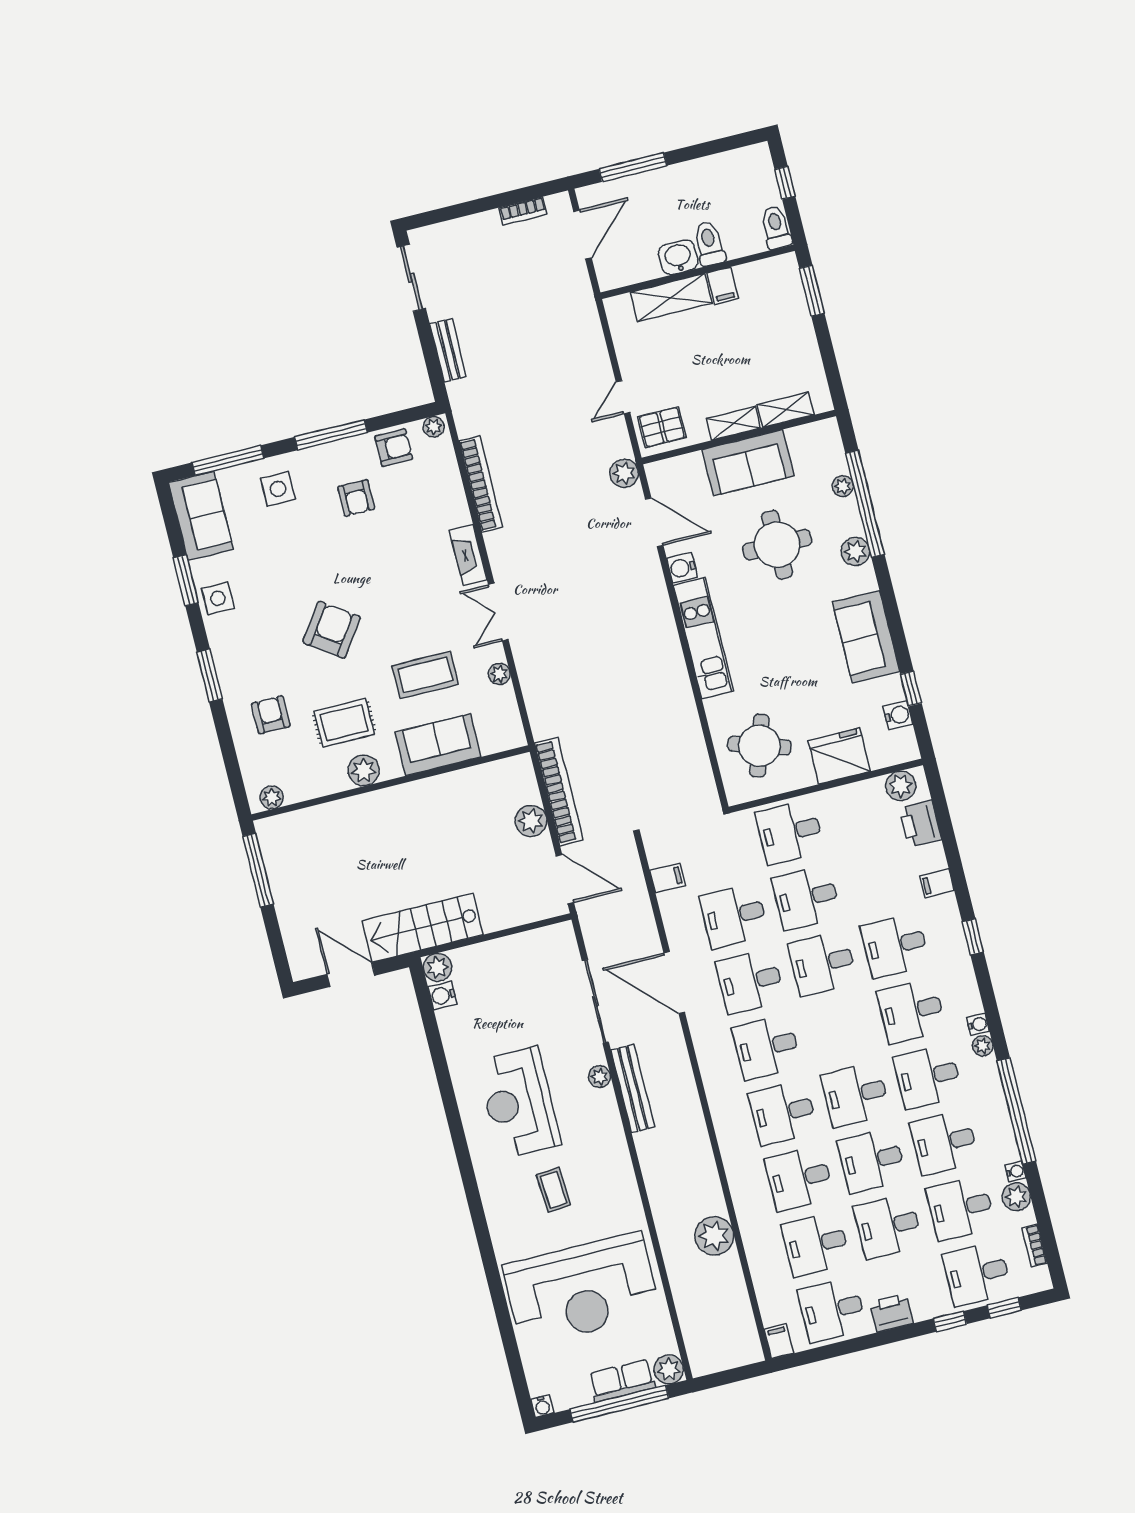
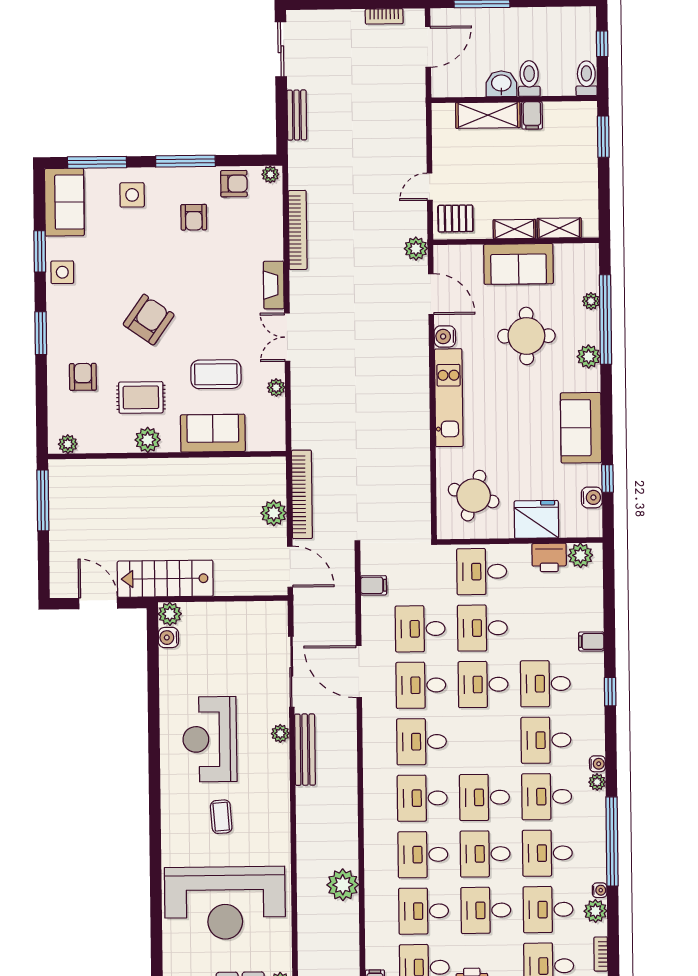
printer: (920, 824) -> (549, 557), moved, turned -90

